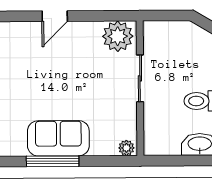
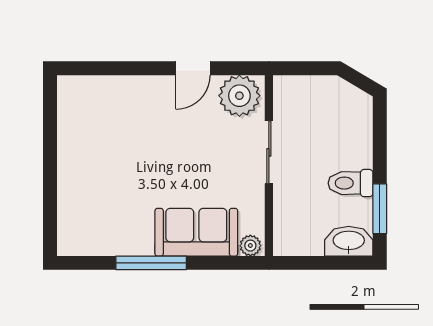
door: (55, 16) -> (193, 68), moved
sofa: (58, 138) -> (196, 232), moved

